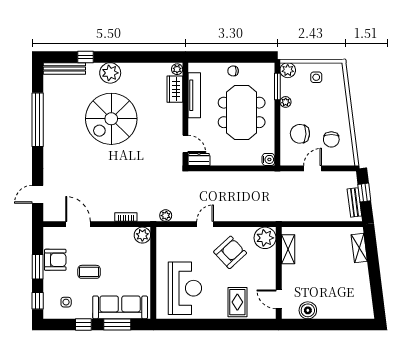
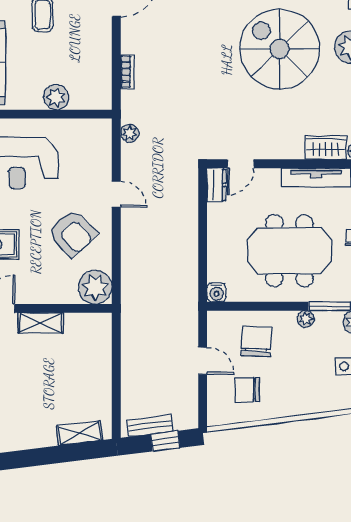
plant: (142, 235) -> (56, 97), moved
shelving: (288, 249) -> (41, 323), moved

